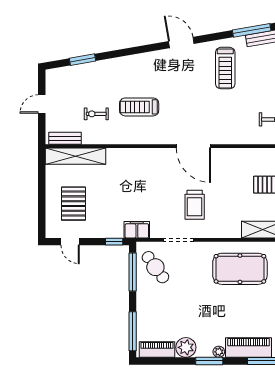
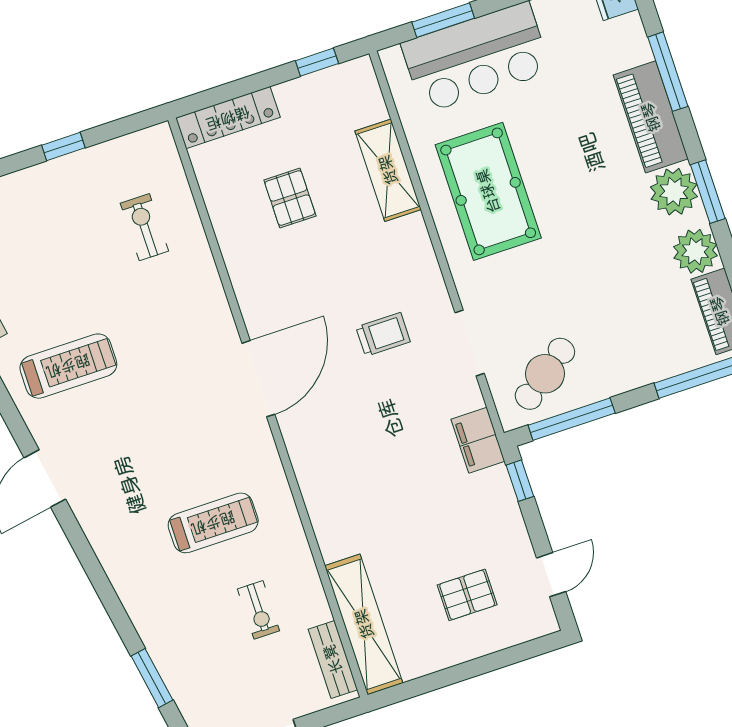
treadmill: (139, 107) -> (213, 523), turned -90
pallet: (73, 204) -> (467, 595), width x0.67, depth x0.71
trolley: (195, 205) -> (383, 334), width x0.73, depth x0.72
plant: (219, 352) -> (674, 192), width x1.88, depth x1.88

